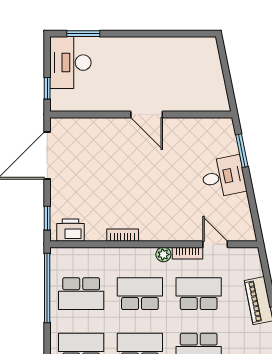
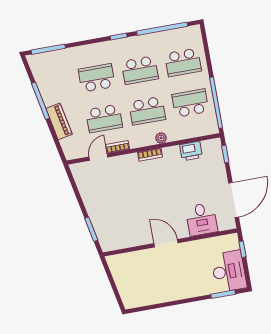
desk: (223, 177) -> (202, 219), moved, turned -79
printer: (71, 230) -> (191, 151), moved
bookcase: (123, 235) -> (150, 155), moved
door: (215, 244) -> (98, 157), swing flipped
plant: (163, 254) -> (161, 138), moved

